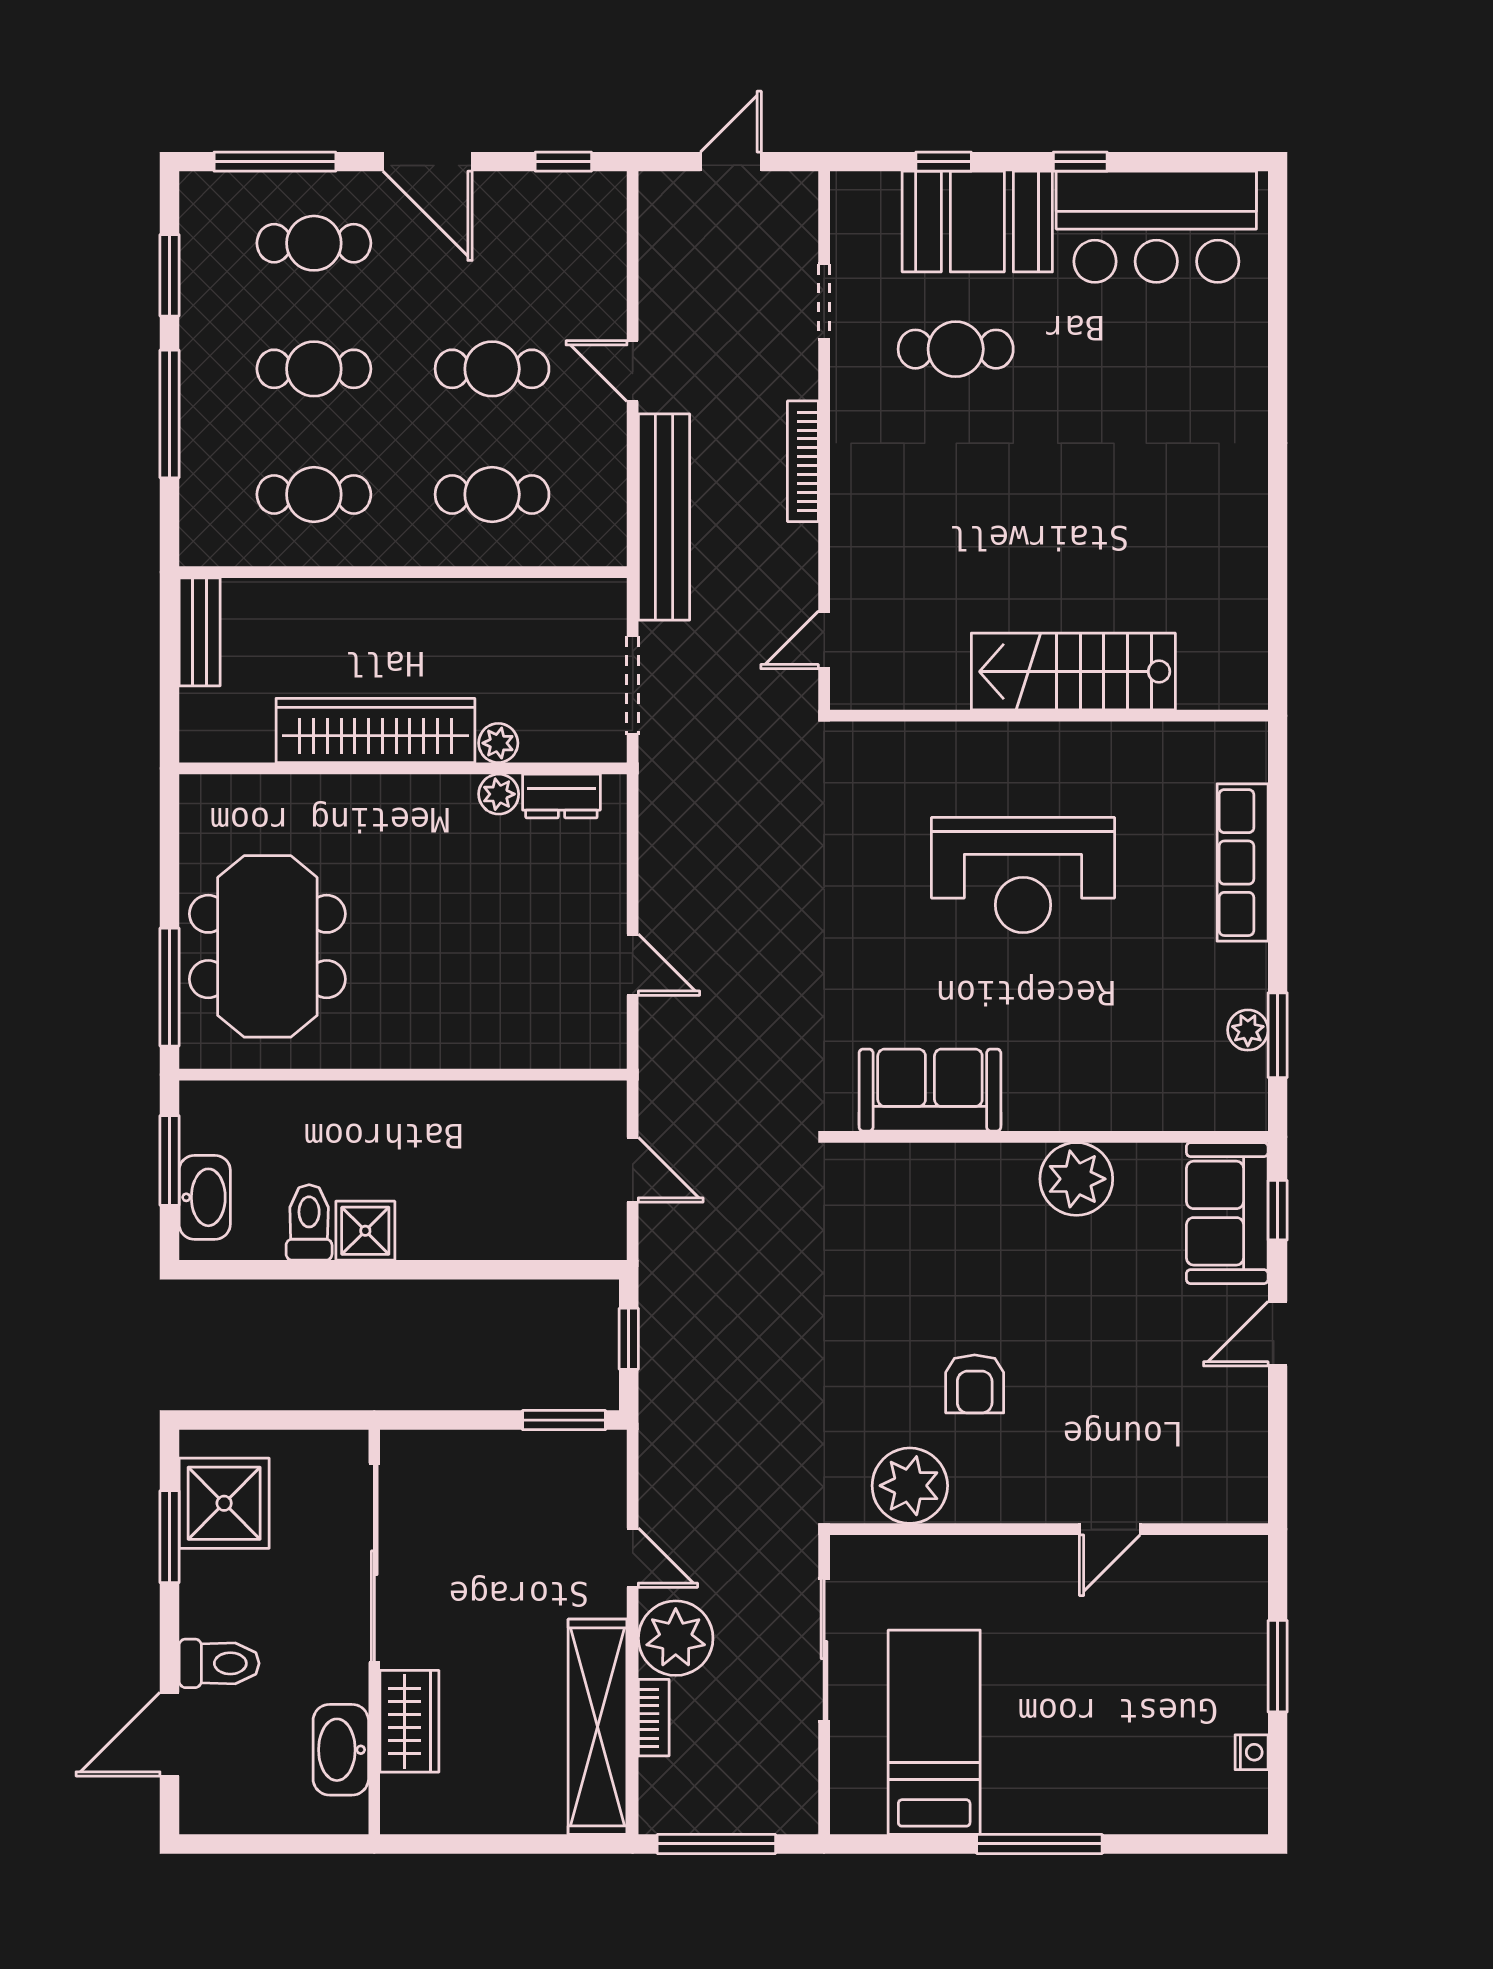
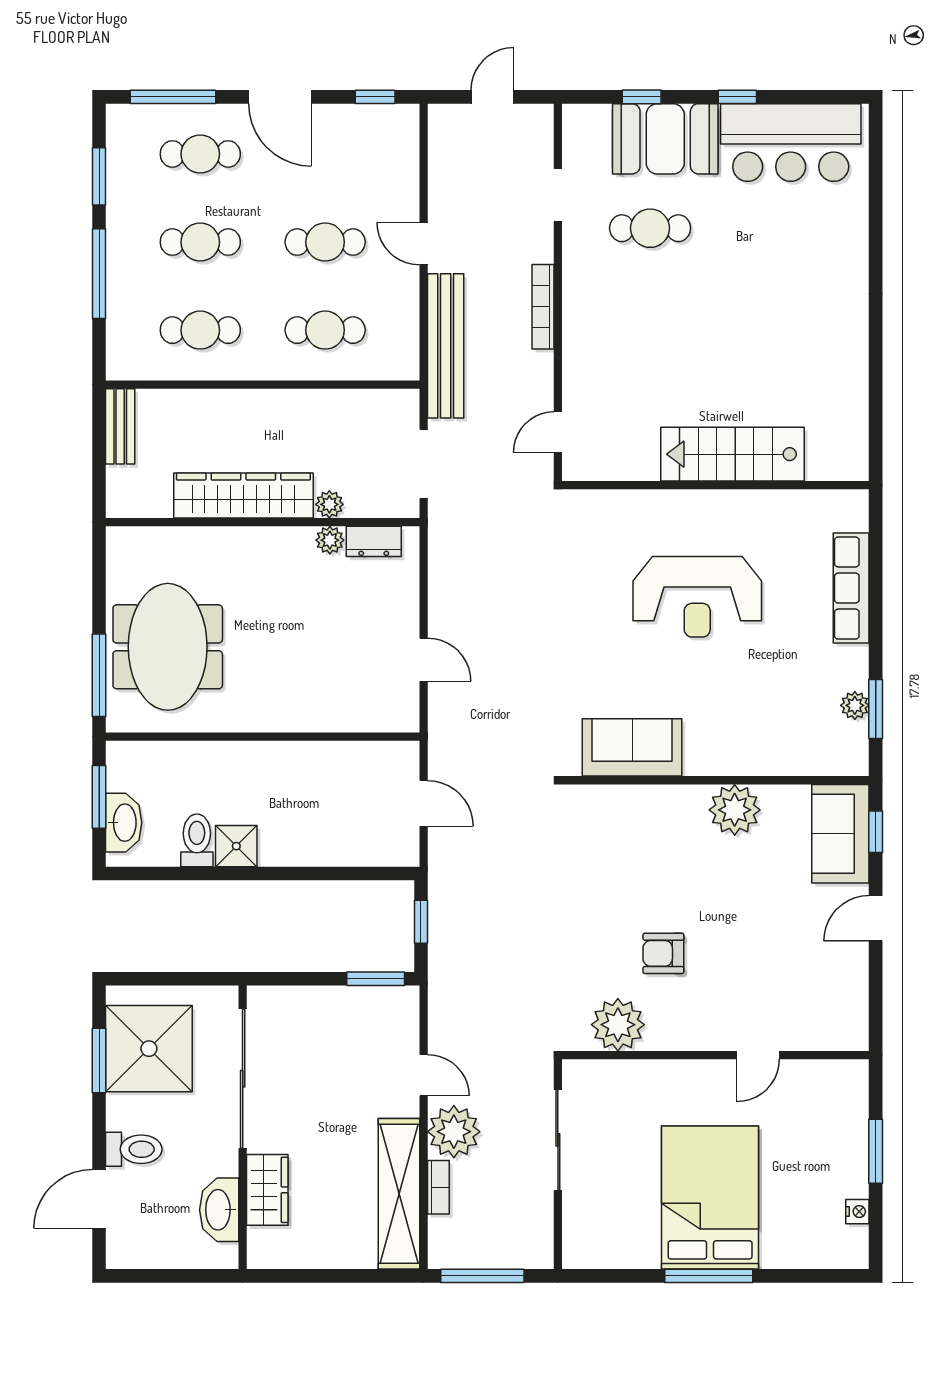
armchair: (975, 1384) -> (663, 953), turned 90
shower: (224, 1503) -> (149, 1049), width x1.37, depth x1.37
bed: (934, 1732) -> (710, 1198), moved, width x1.50

